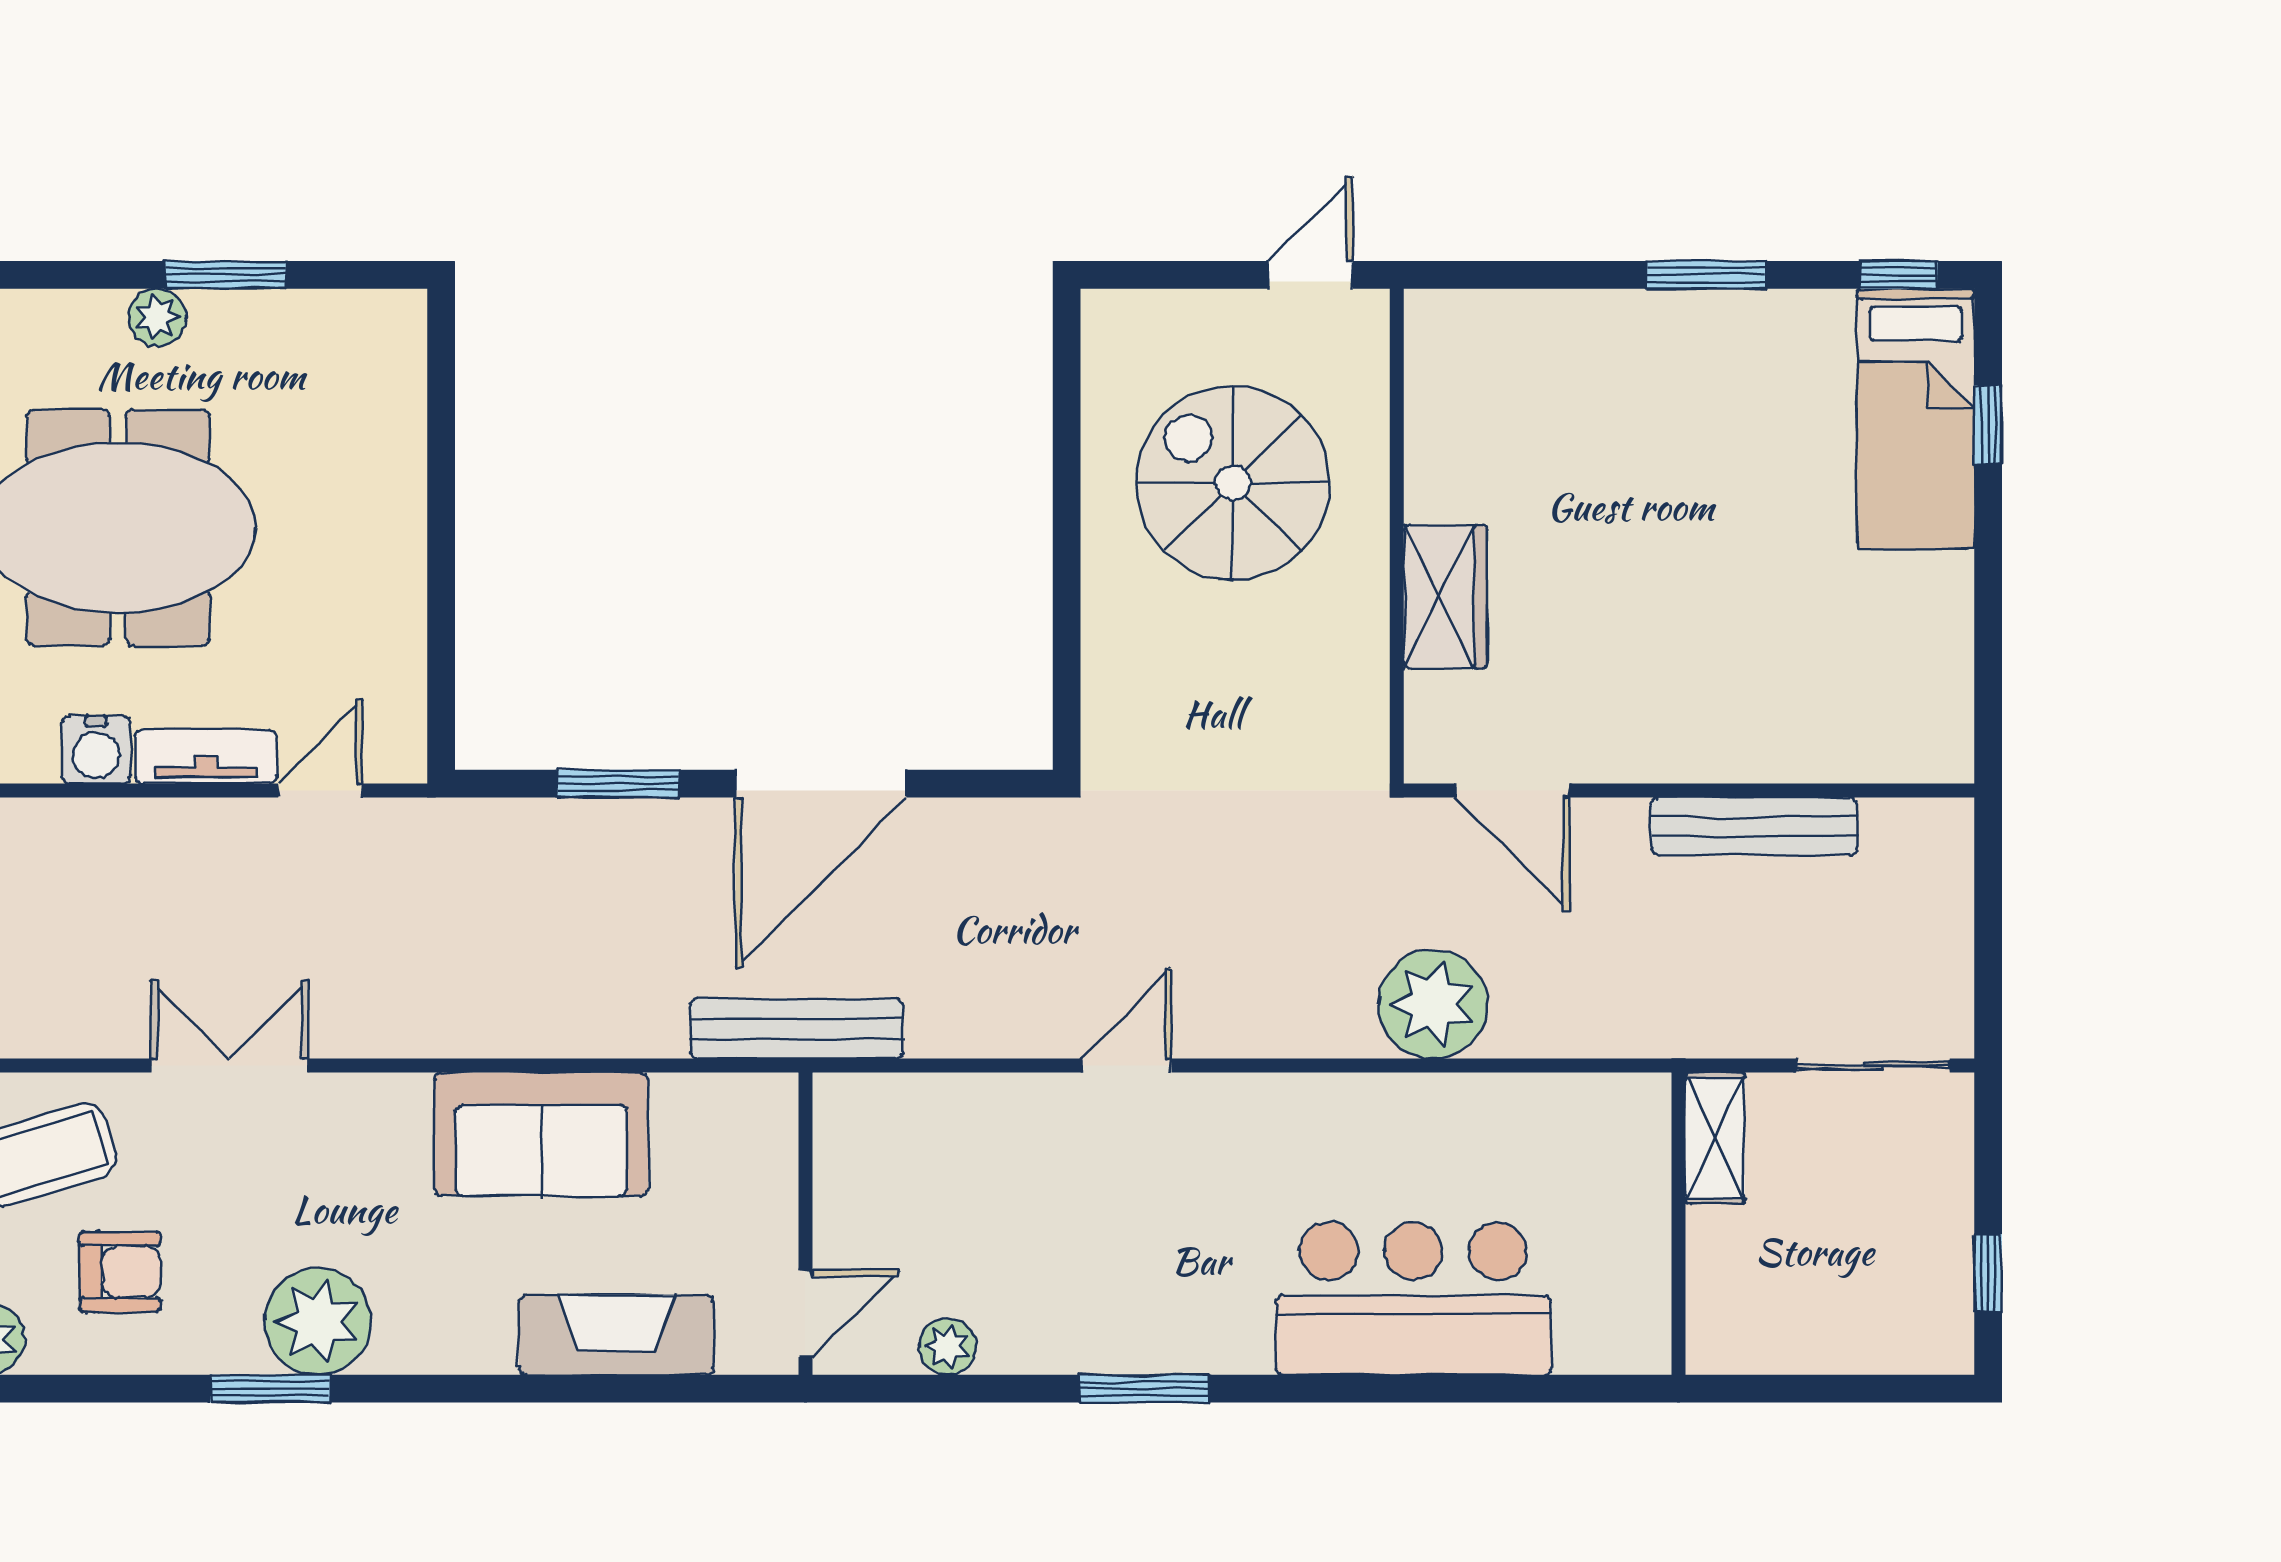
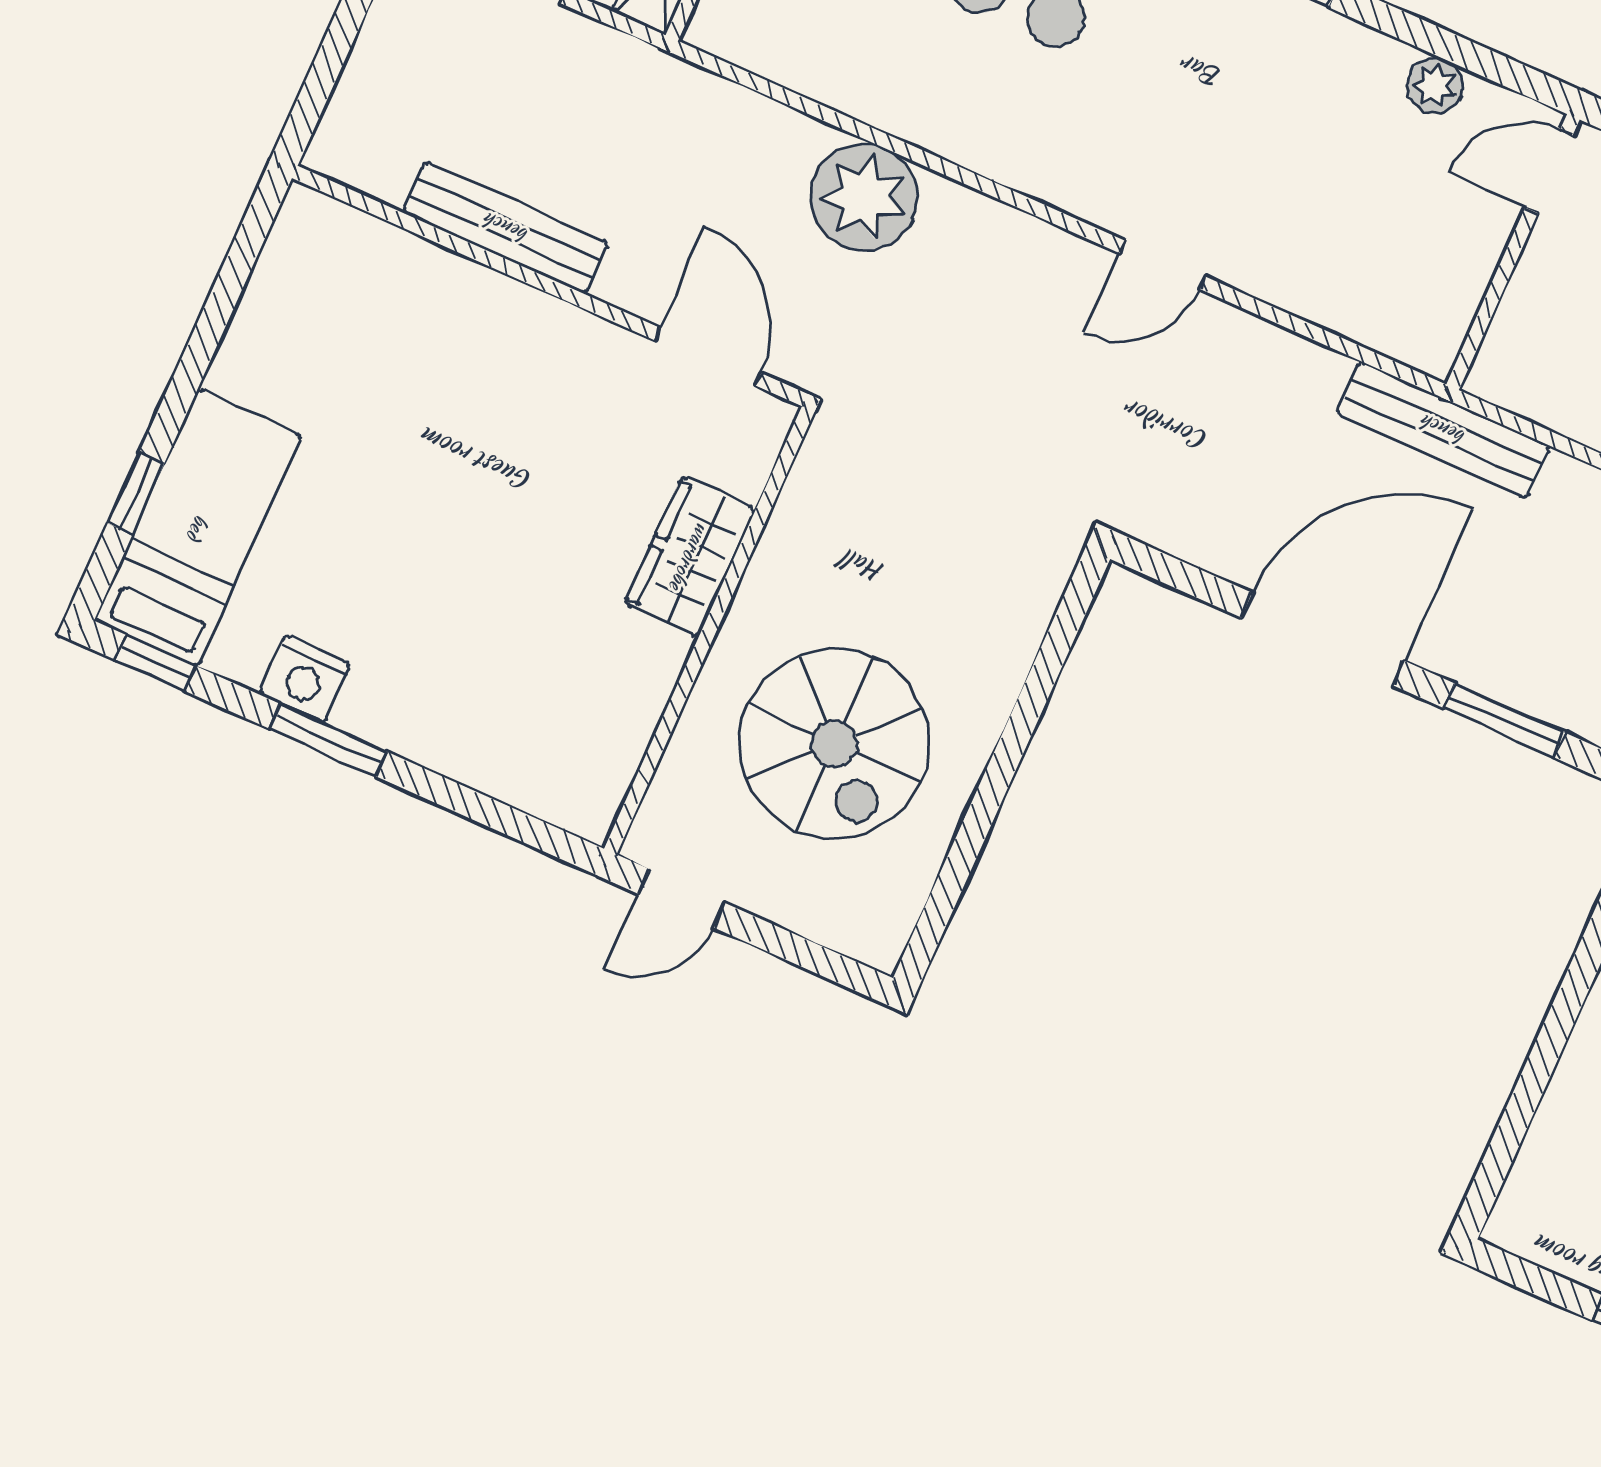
nightstand: (1753, 322) -> (305, 679), added

